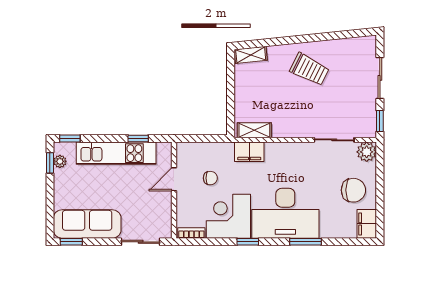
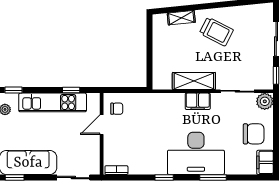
shelving: (251, 55) -> (181, 18), moved
shelving: (254, 130) -> (194, 81), moved, width x1.50, depth x1.33
filing cabinet: (249, 152) -> (198, 101), moved
chair: (210, 178) -> (117, 109), moved
corner desk: (228, 216) -> (148, 156), removed

